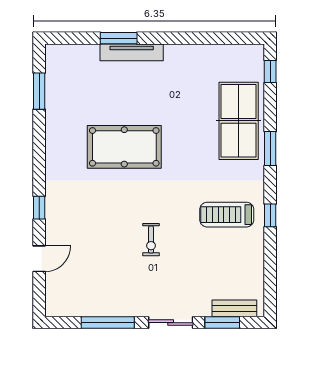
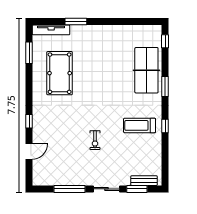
tv unit: (132, 52) -> (51, 30), moved
pool table: (124, 147) -> (60, 73), moved, turned 90

